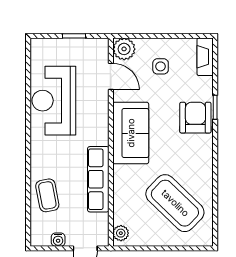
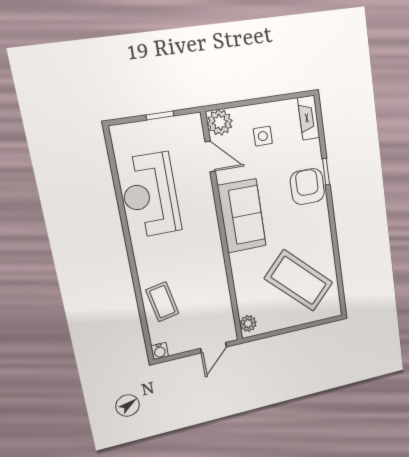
row of seats: (98, 179) -> (215, 273), removed
water cooler: (58, 240) -> (160, 351), moved

